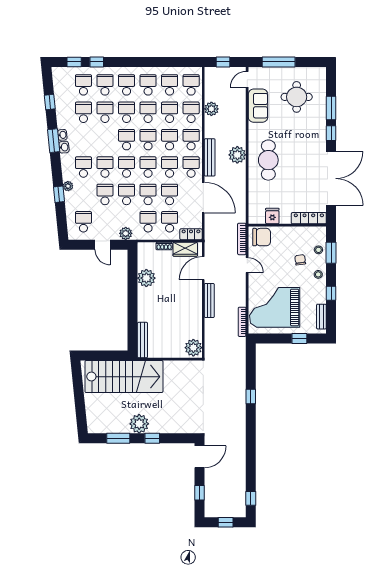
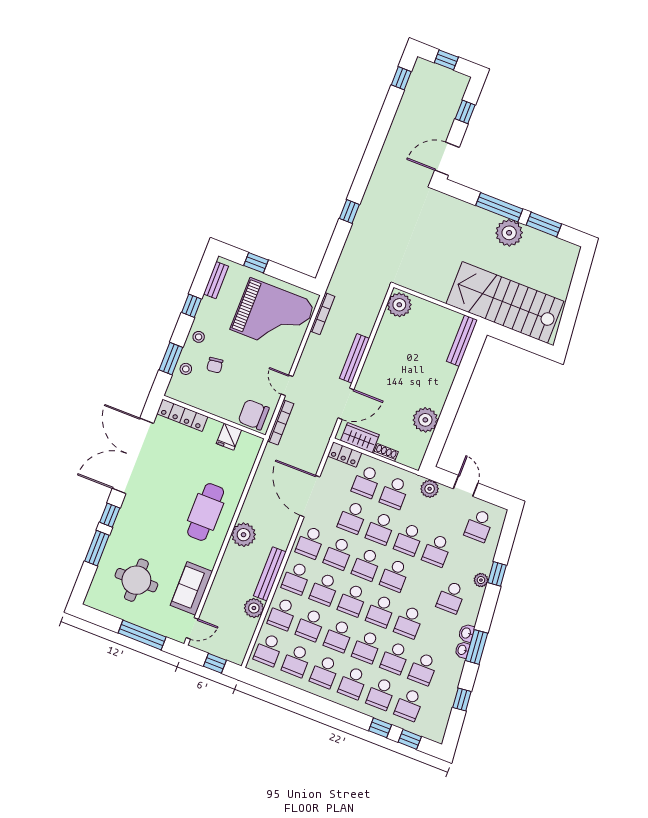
bench: (210, 157) -> (270, 574), moved
school desk: (105, 167) -> (409, 622), moved
window: (152, 438) -> (499, 207), width x2.17

